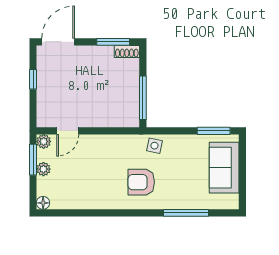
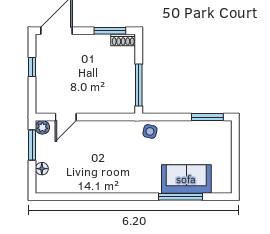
sofa: (224, 168) -> (186, 179), moved, turned 90
plant: (43, 169) -> (42, 154), removed
armchair: (141, 182) -> (137, 167), removed
floor lamp: (43, 203) -> (42, 169), moved

